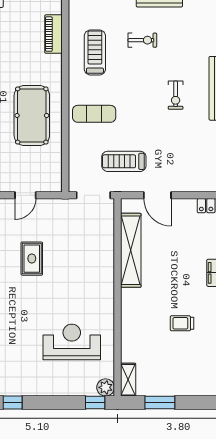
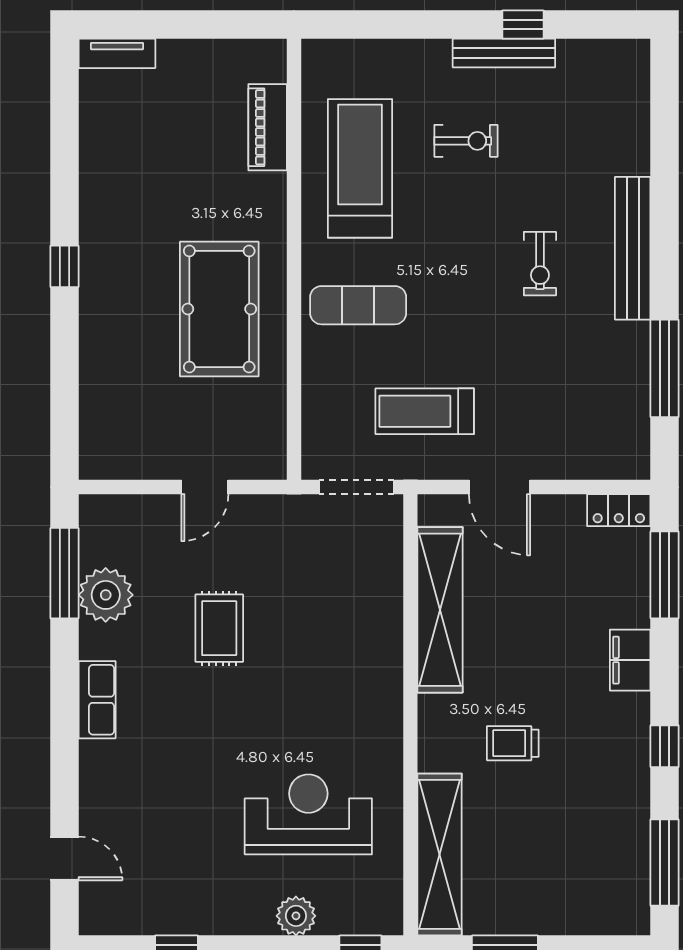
treadmill: (95, 52) -> (360, 168), width x1.37, depth x1.38
trolley: (182, 323) -> (513, 743), moved
shelving: (128, 380) -> (440, 854), width x2.20, depth x1.33
plant: (106, 387) -> (296, 916), moved

